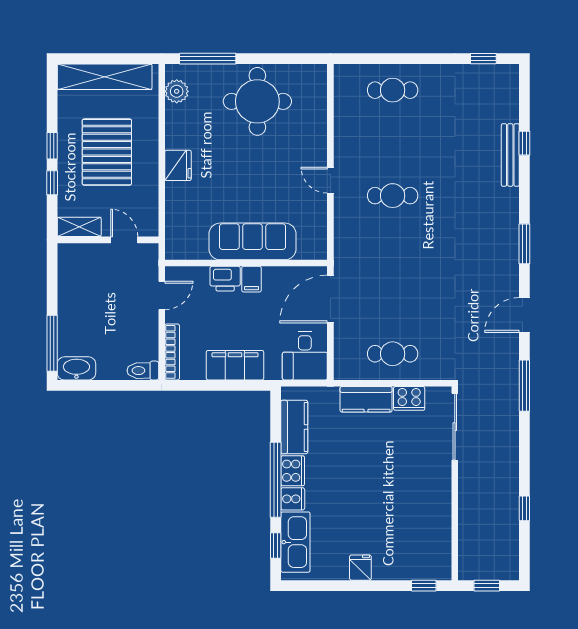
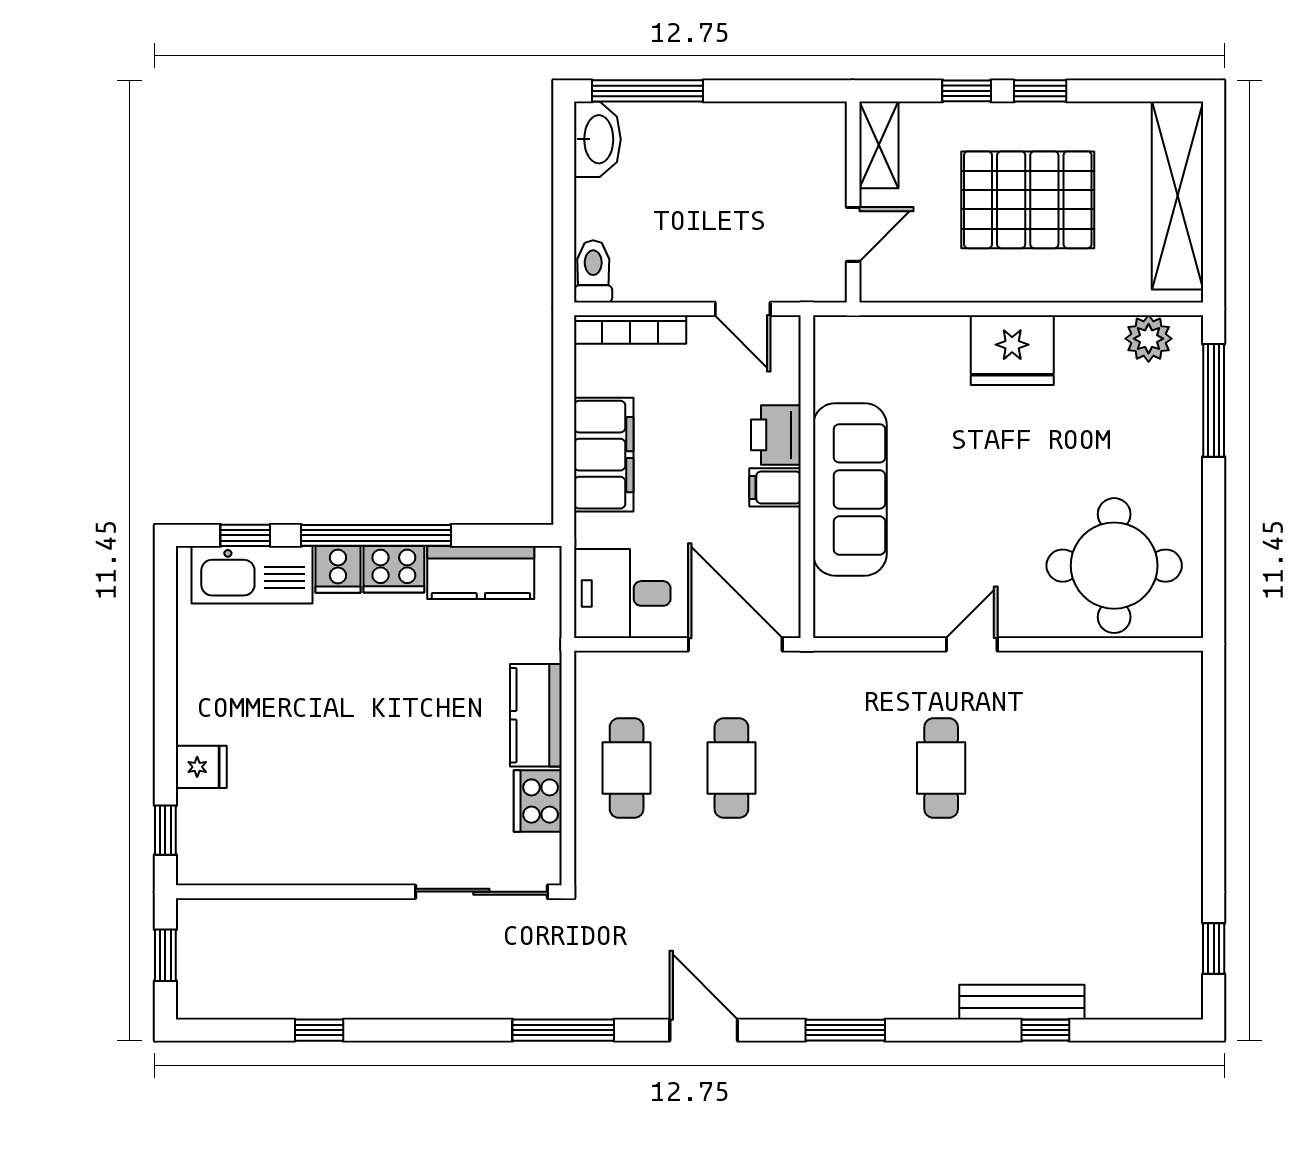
cafe table: (393, 90) -> (731, 768), moved
round table: (257, 101) -> (1114, 566), moved
fridge: (178, 165) -> (1012, 350), width x1.36, depth x1.34
fridge: (360, 568) -> (201, 767), moved

